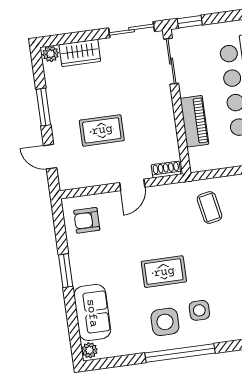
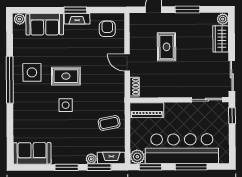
piano: (194, 121) -> (147, 110), moved
coffee table: (210, 208) -> (109, 123), moved
fireplace: (78, 266) -> (77, 19), added
rug: (164, 272) -> (66, 76), turned 90
side table: (199, 310) -> (66, 105), moved

